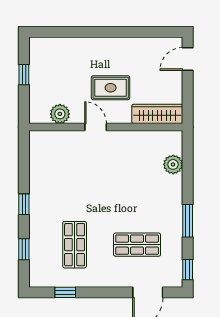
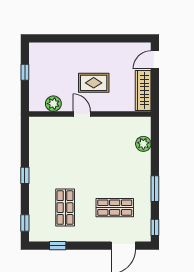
wardrobe: (157, 114) -> (143, 90), moved, turned -90
window: (24, 249) -> (25, 223), moved

